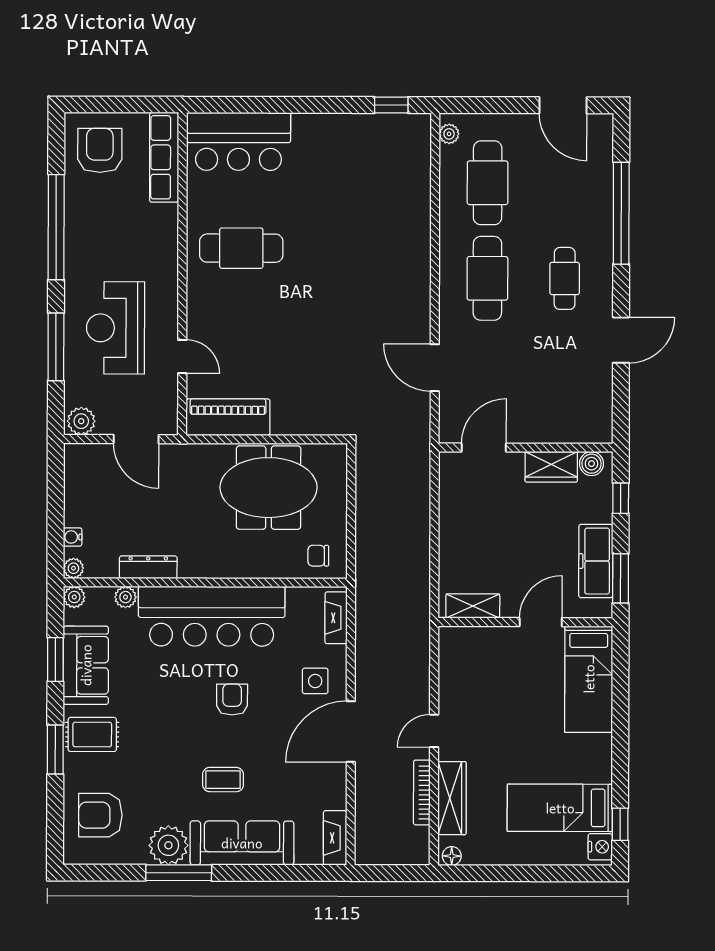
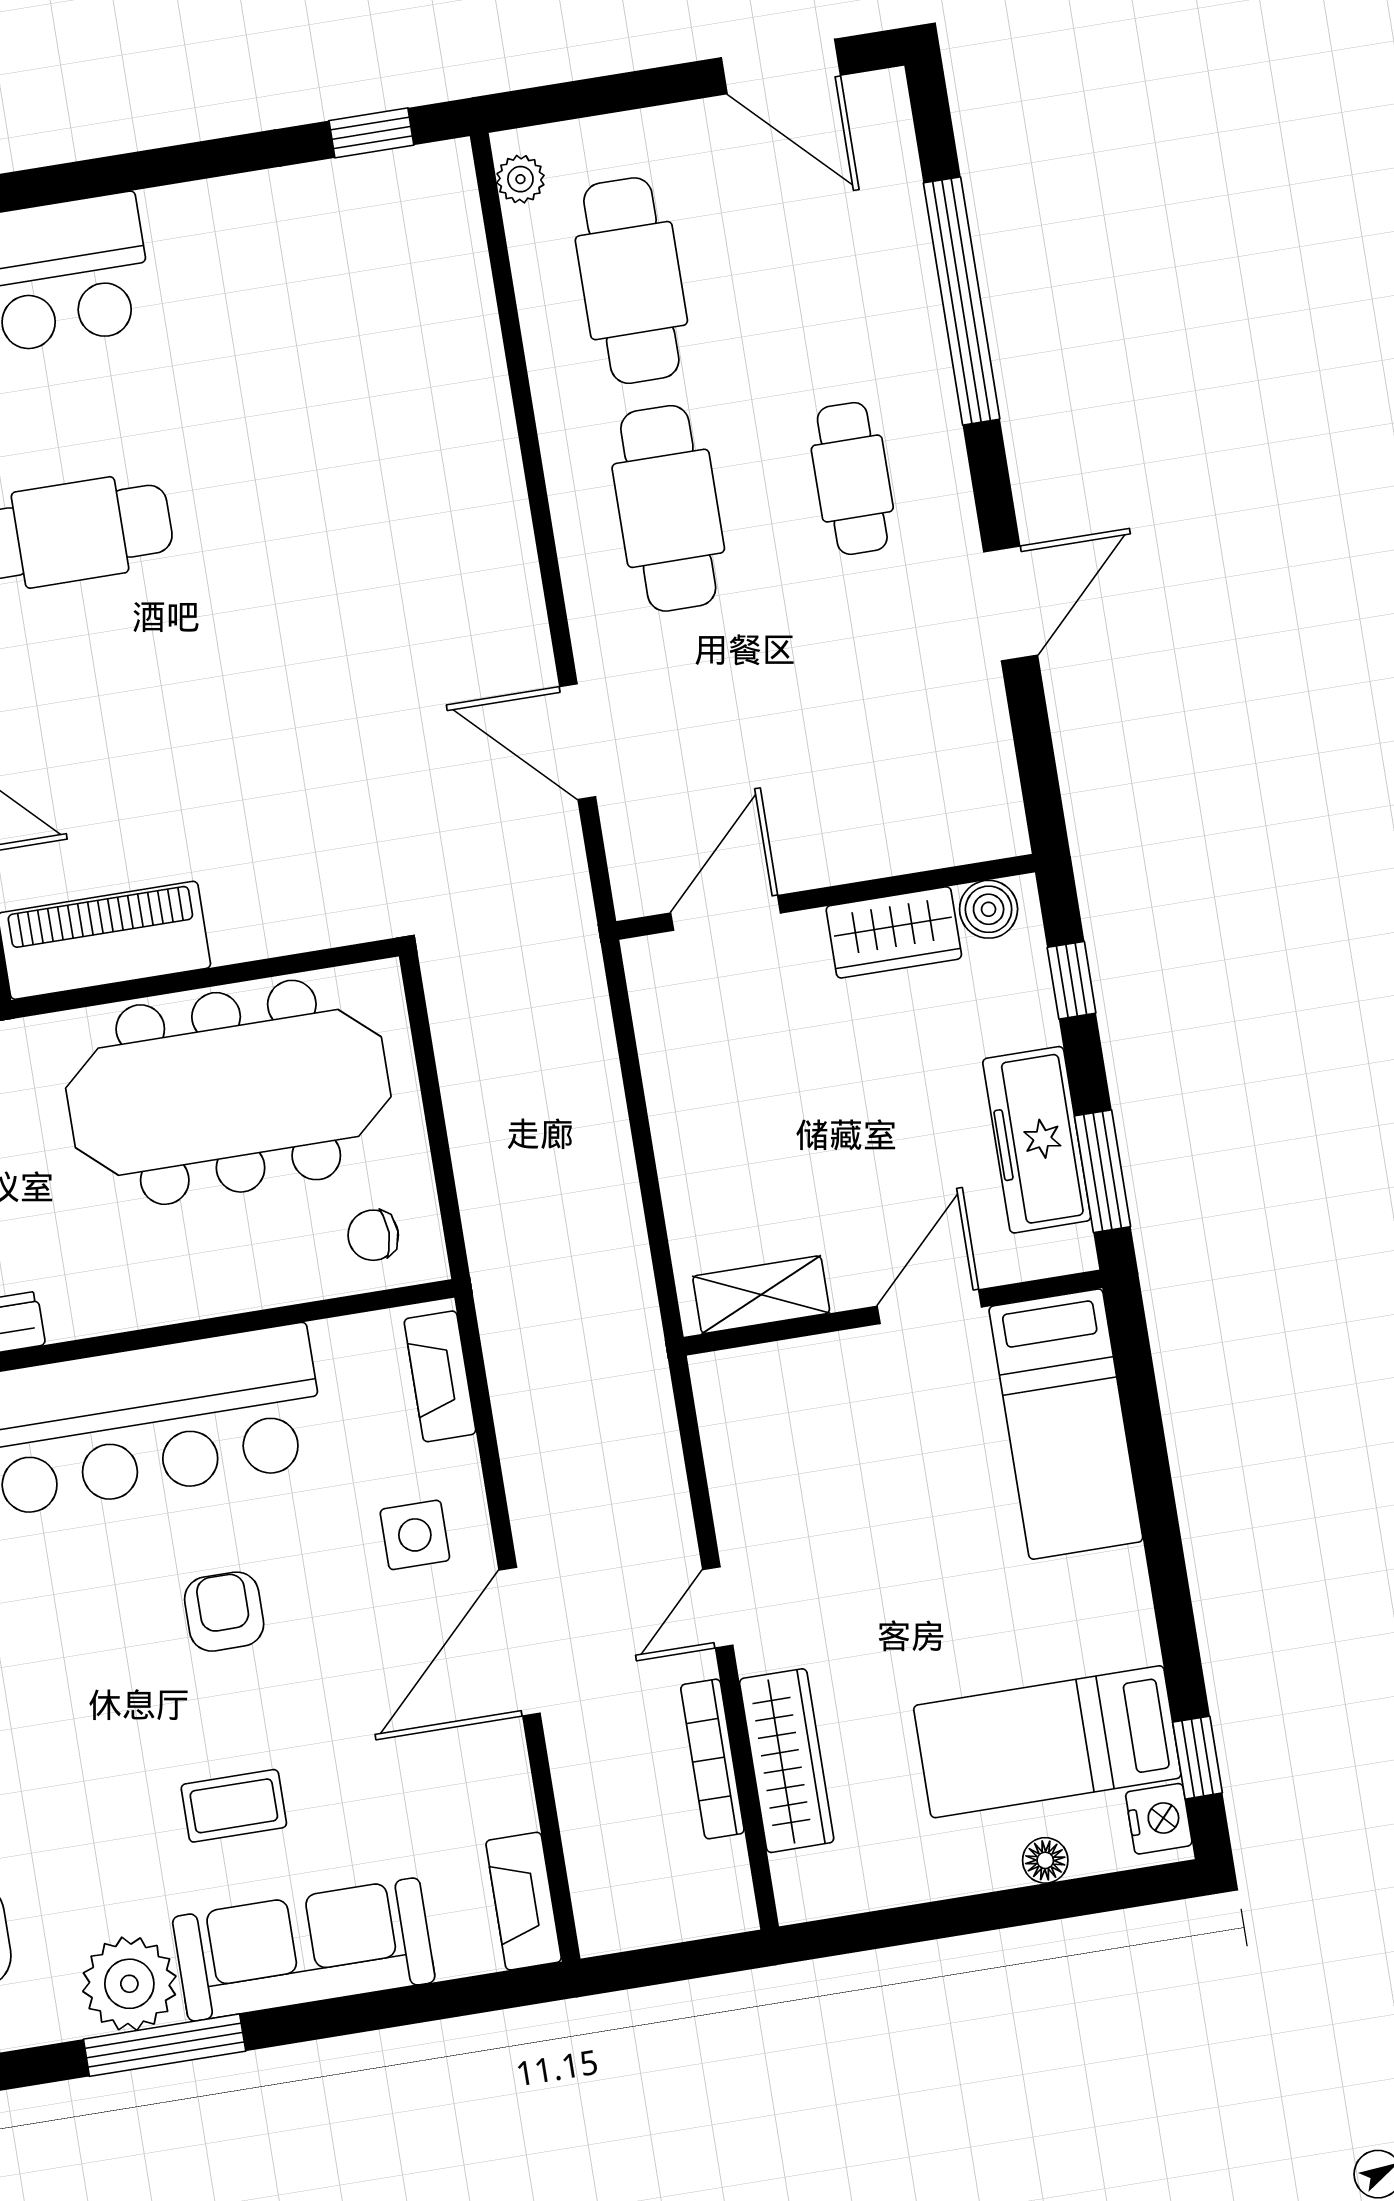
meeting table: (269, 488) -> (228, 1092), width x1.36
floor lamp: (452, 856) -> (1045, 1860), moved

